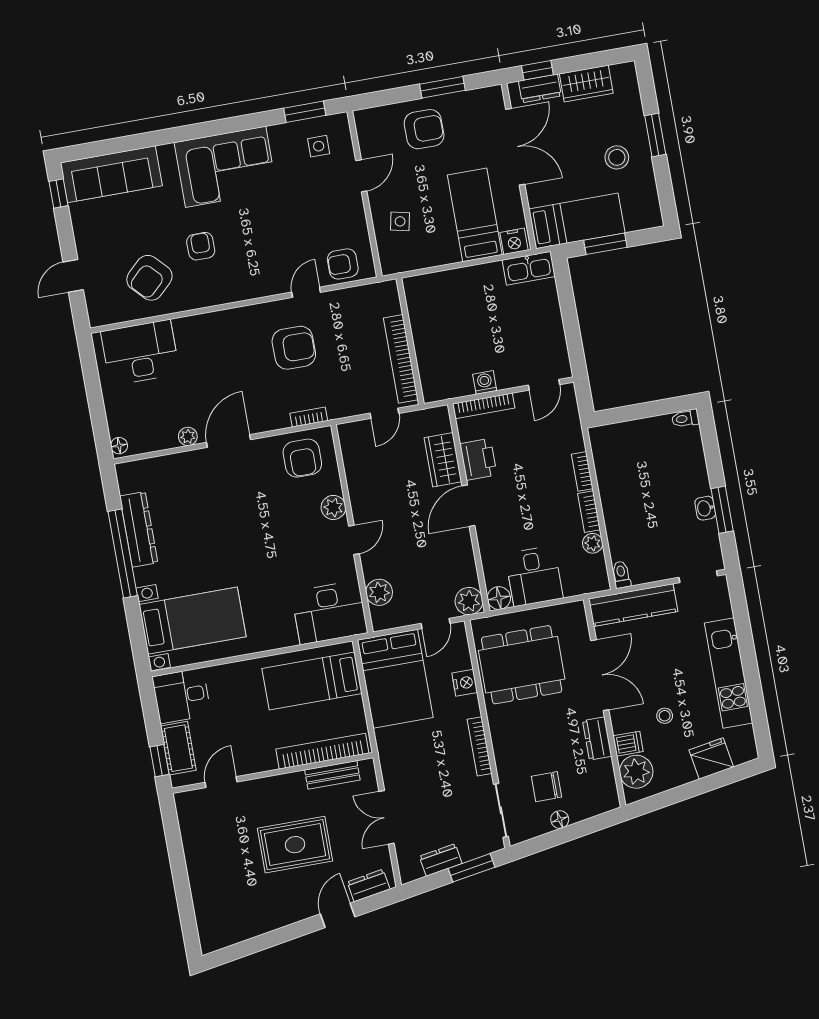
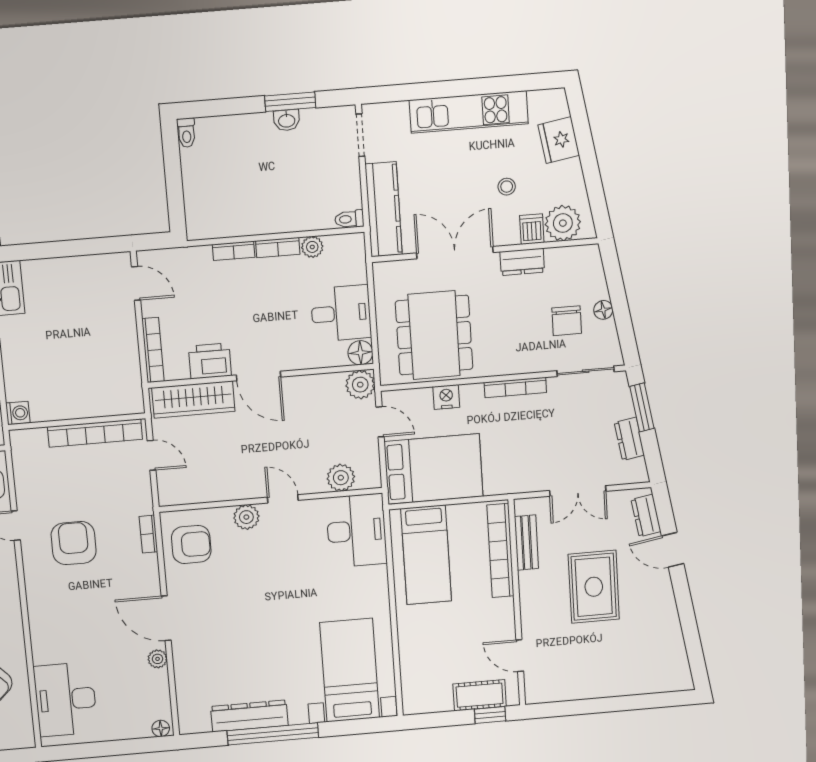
washing machine: (485, 382) -> (18, 413), moved, turned 180
wardrobe: (443, 460) -> (193, 400), width x1.50
desk: (182, 696) -> (426, 687), removed

